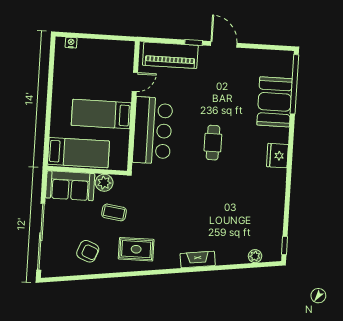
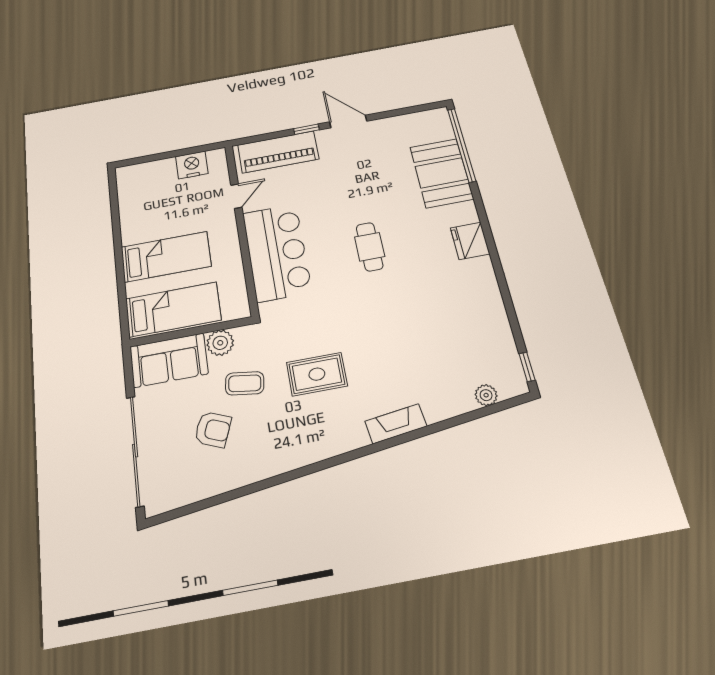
nightstand: (71, 43) -> (192, 165), moved, width x1.89, depth x1.79
bed: (101, 114) -> (166, 257), moved, turned 180
rug: (136, 249) -> (317, 374), moved
armchair: (88, 251) -> (213, 429), moved

